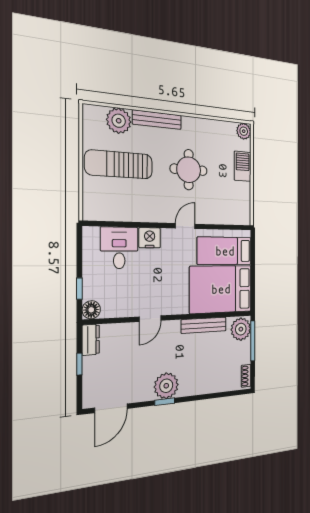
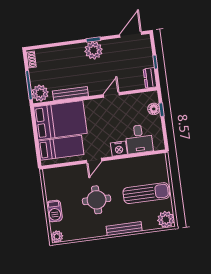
plant: (119, 121) -> (166, 219), moved
floor lamp: (91, 310) -> (154, 109), moved

